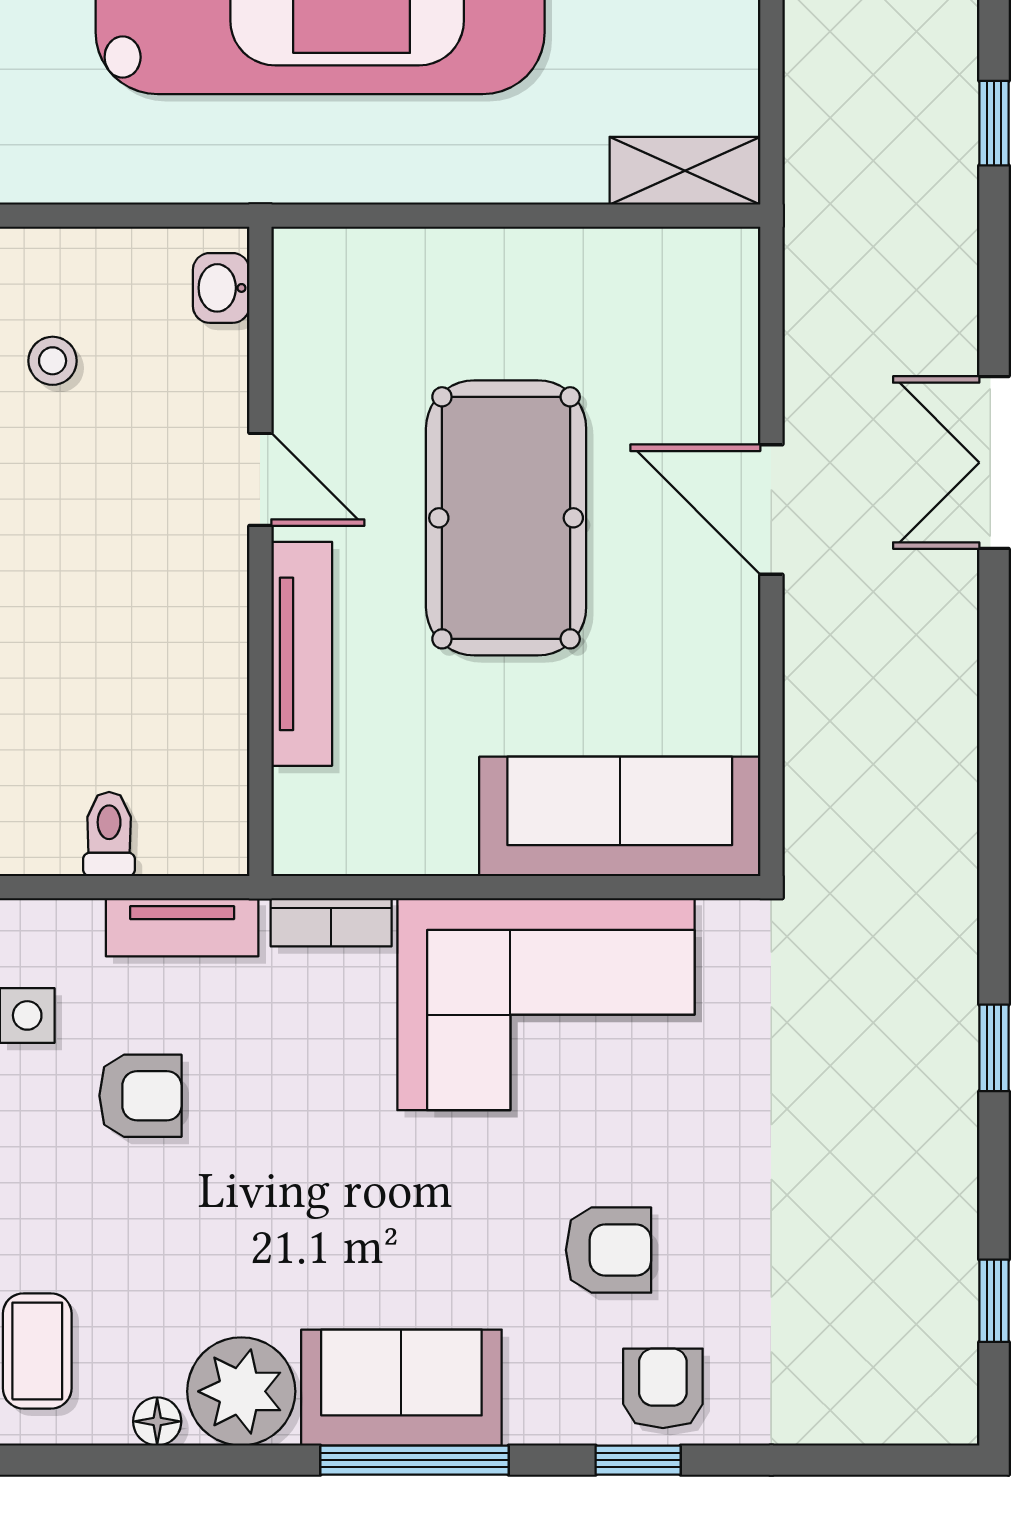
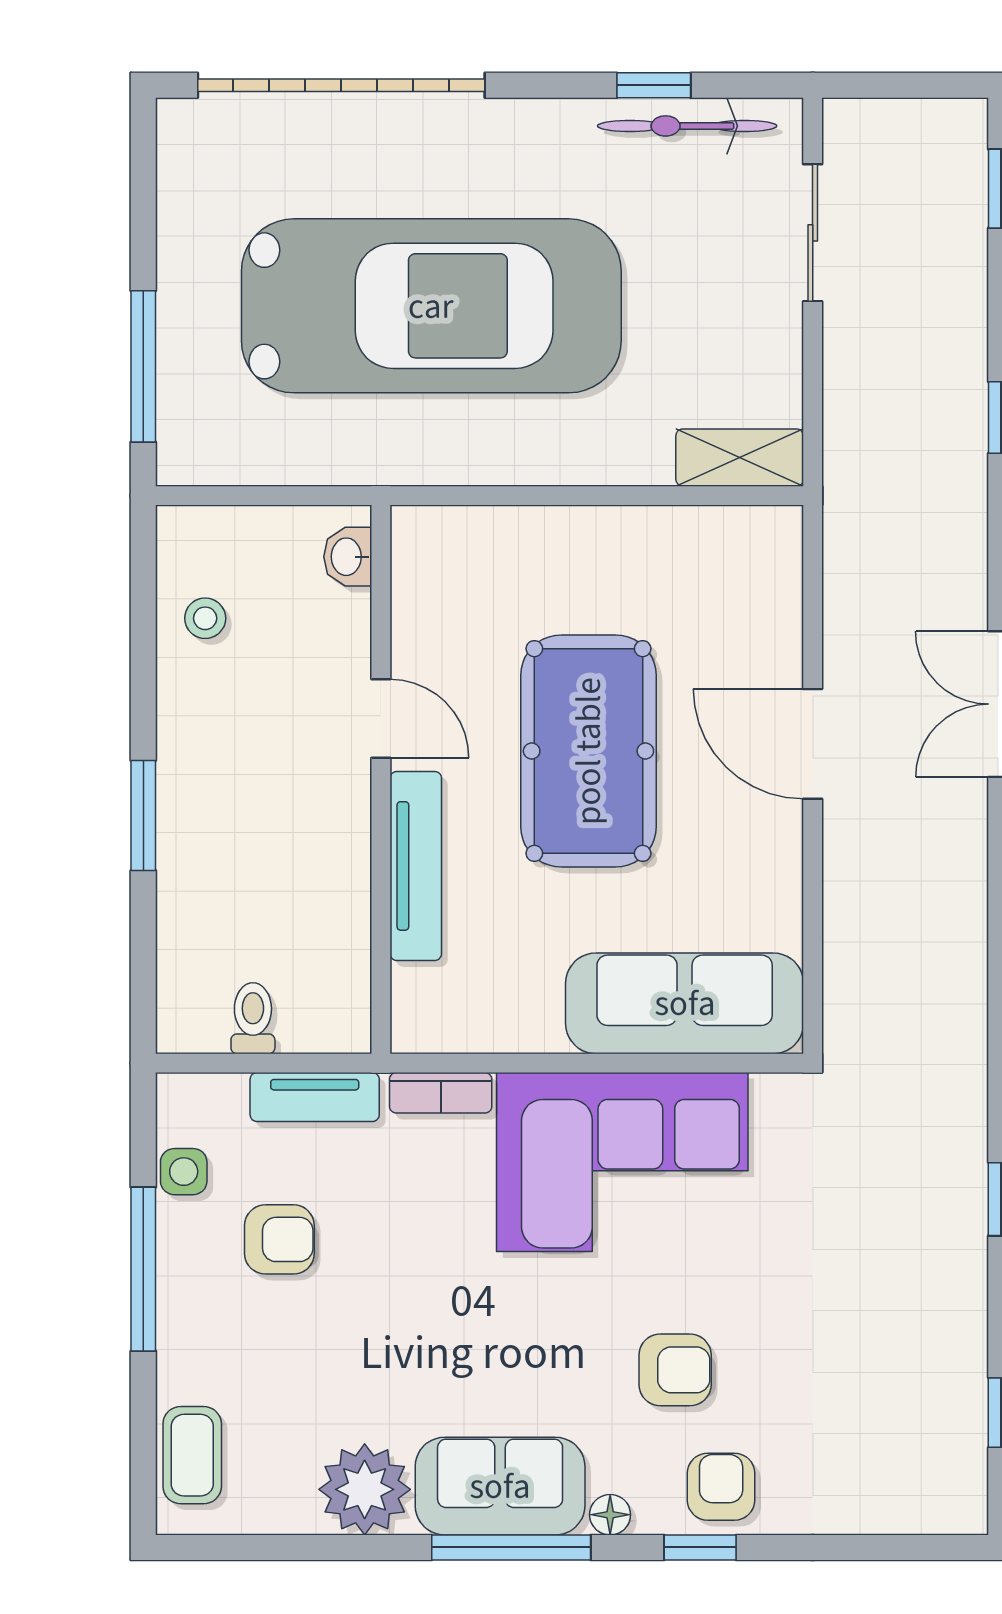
floor lamp: (157, 1421) -> (610, 1515), moved

